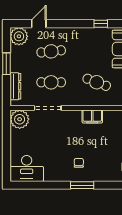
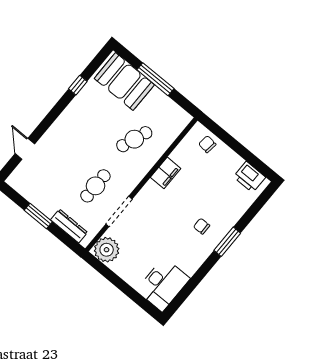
plant: (19, 36) -> (21, 180), removed
cafe table: (51, 51) -> (64, 160), removed

